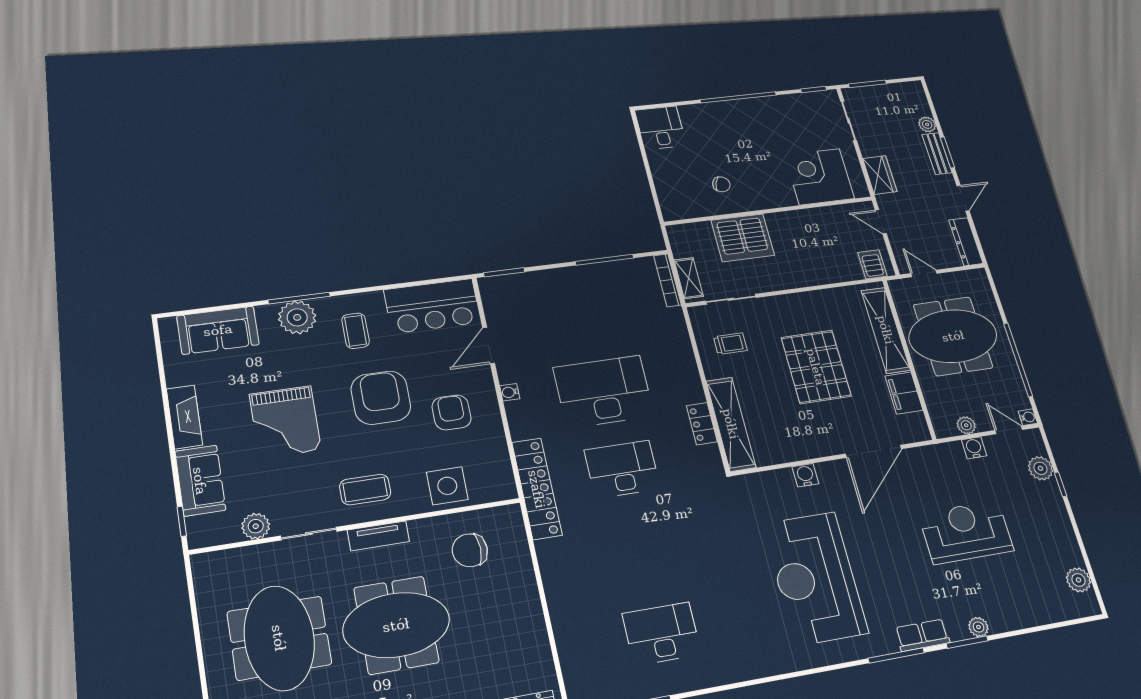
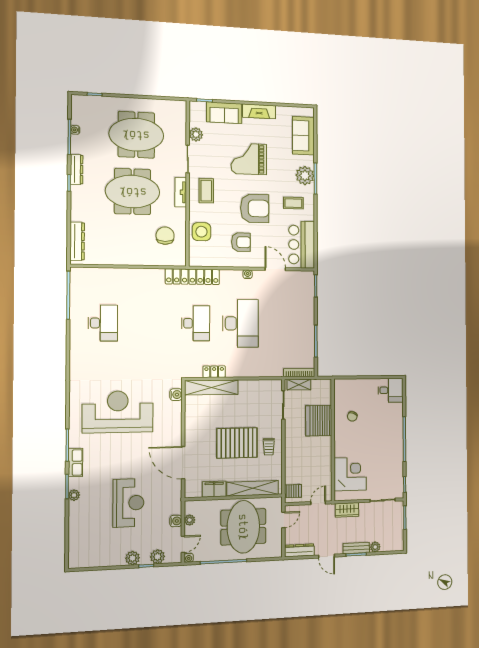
trolley: (730, 344) -> (269, 447), moved
water cooler: (805, 475) -> (176, 395), moved
plant: (1078, 580) -> (133, 558), moved
meeting table: (396, 625) -> (133, 192), turned 90

